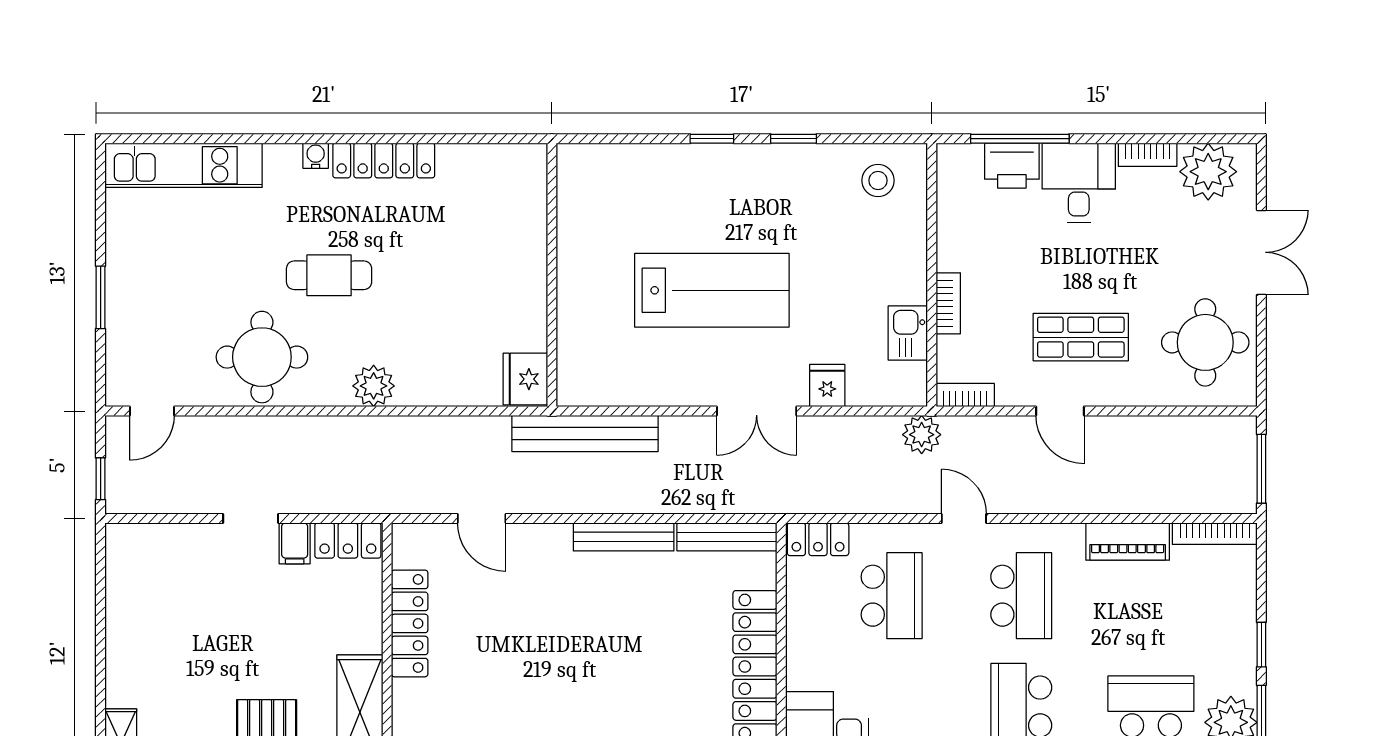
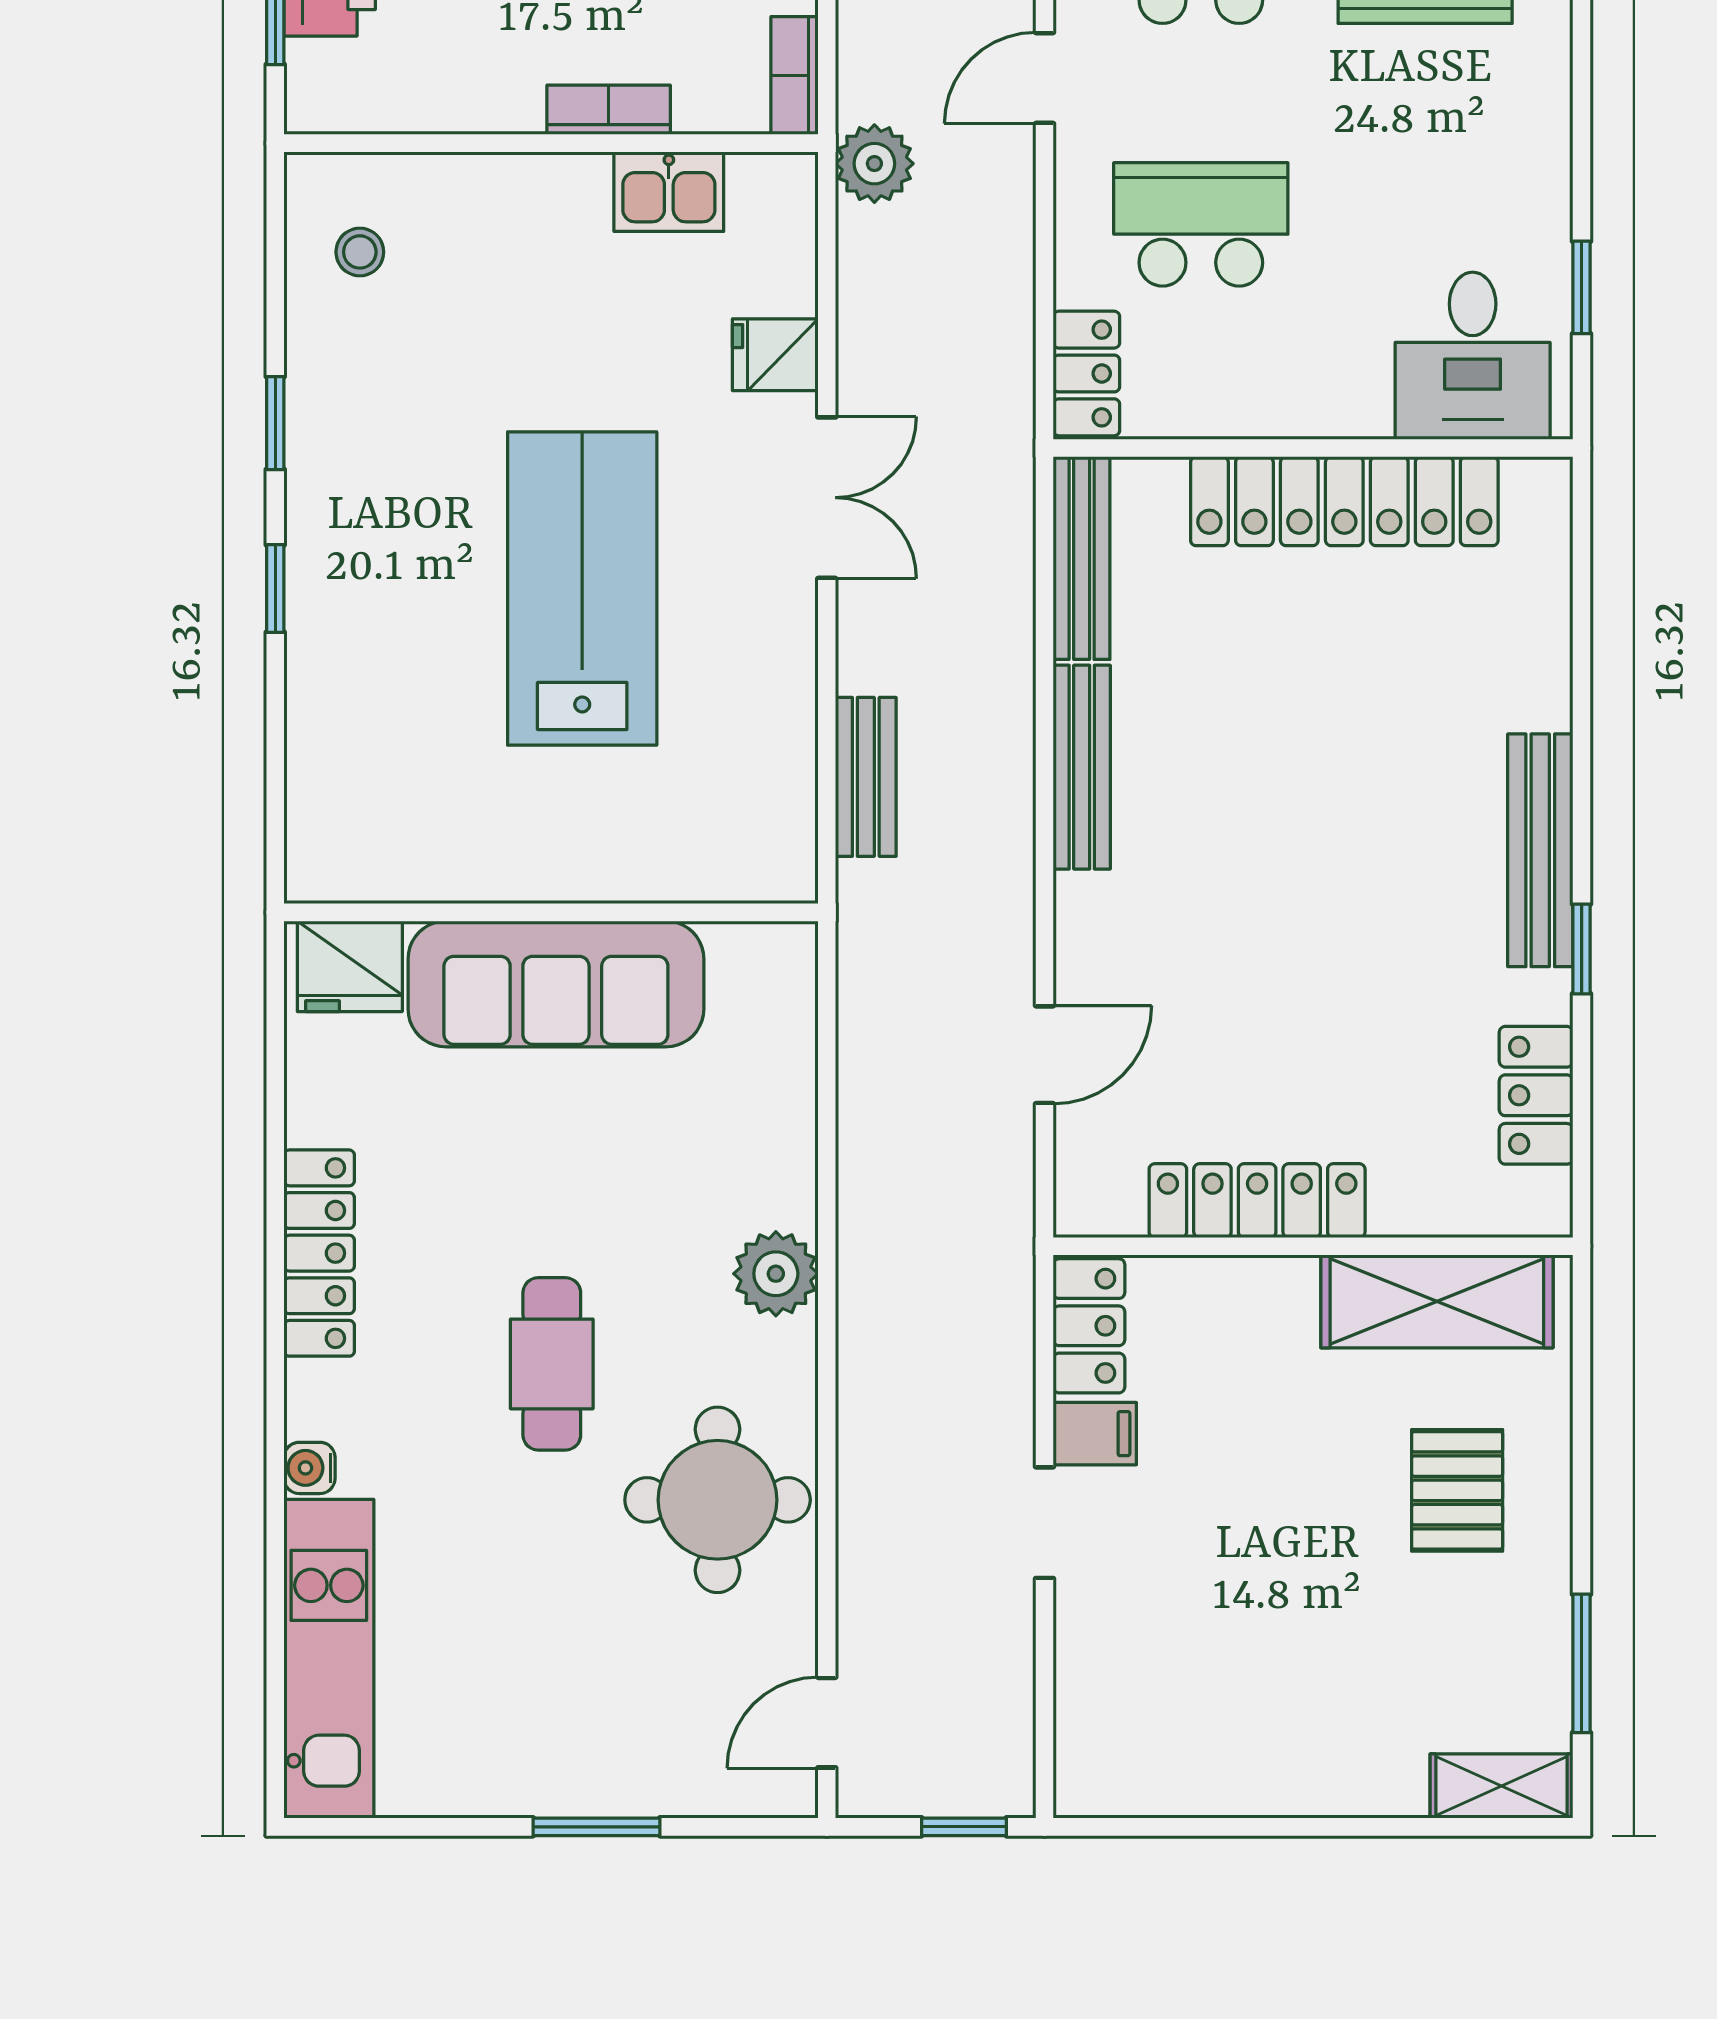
water cooler: (316, 156) -> (310, 1468), moved
stool: (878, 180) -> (360, 252), width x0.73, depth x0.73
sofa: (517, 277) -> (556, 984), added
fridge: (525, 379) -> (350, 966), moved
door: (152, 411) -> (827, 1723), swing flipped
bench: (585, 434) -> (866, 777), width x0.54, depth x0.82

